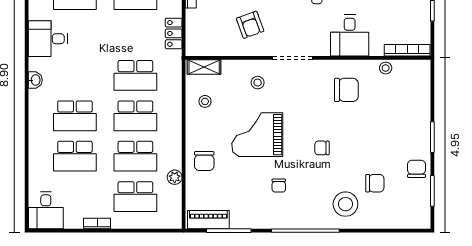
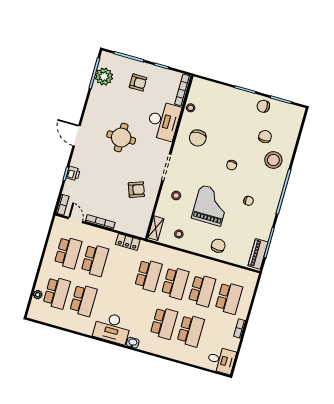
desk: (350, 35) -> (163, 121), width x1.37
desk: (48, 39) -> (112, 328), width x1.37
chair: (346, 90) -> (198, 138), turned 180
grand piano: (257, 135) -> (211, 205), turned 180
chair: (204, 161) -> (218, 246), turned -90
plant: (175, 177) -> (223, 268), removed

